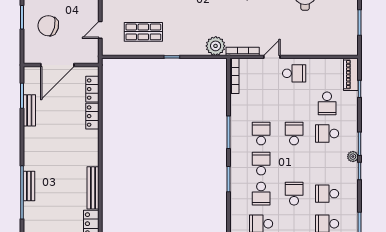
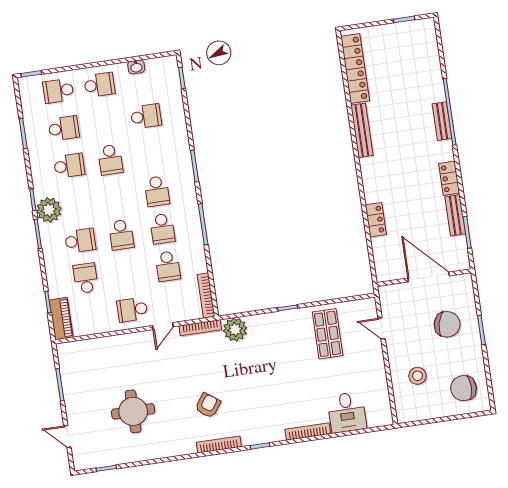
door: (100, 30) -> (382, 328), swing flipped
shop shelf: (143, 32) -> (328, 334), turned 90
door: (57, 65) -> (429, 277), hinge flipped
locker: (92, 89) -> (449, 178), moved, turned 180
plant: (353, 157) -> (49, 210), width x1.88, depth x1.88
school desk: (261, 194) -> (168, 266), moved, turned 180

